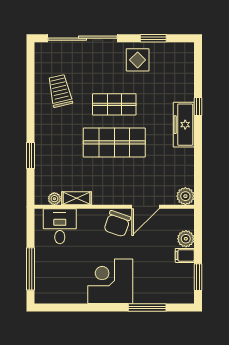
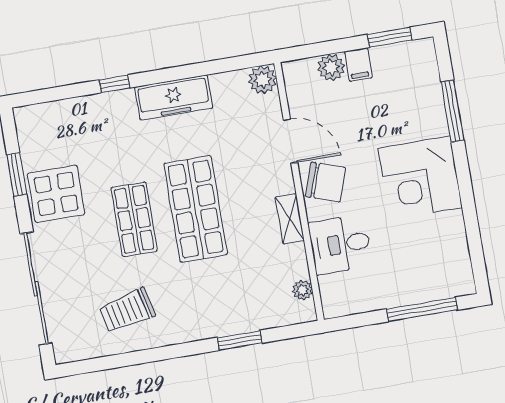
display table: (138, 60) -> (56, 194), width x1.36, depth x1.36
freezer: (184, 125) -> (174, 98), moved
shelving: (77, 198) -> (290, 219), moved
desk: (60, 226) -> (340, 244), moved

